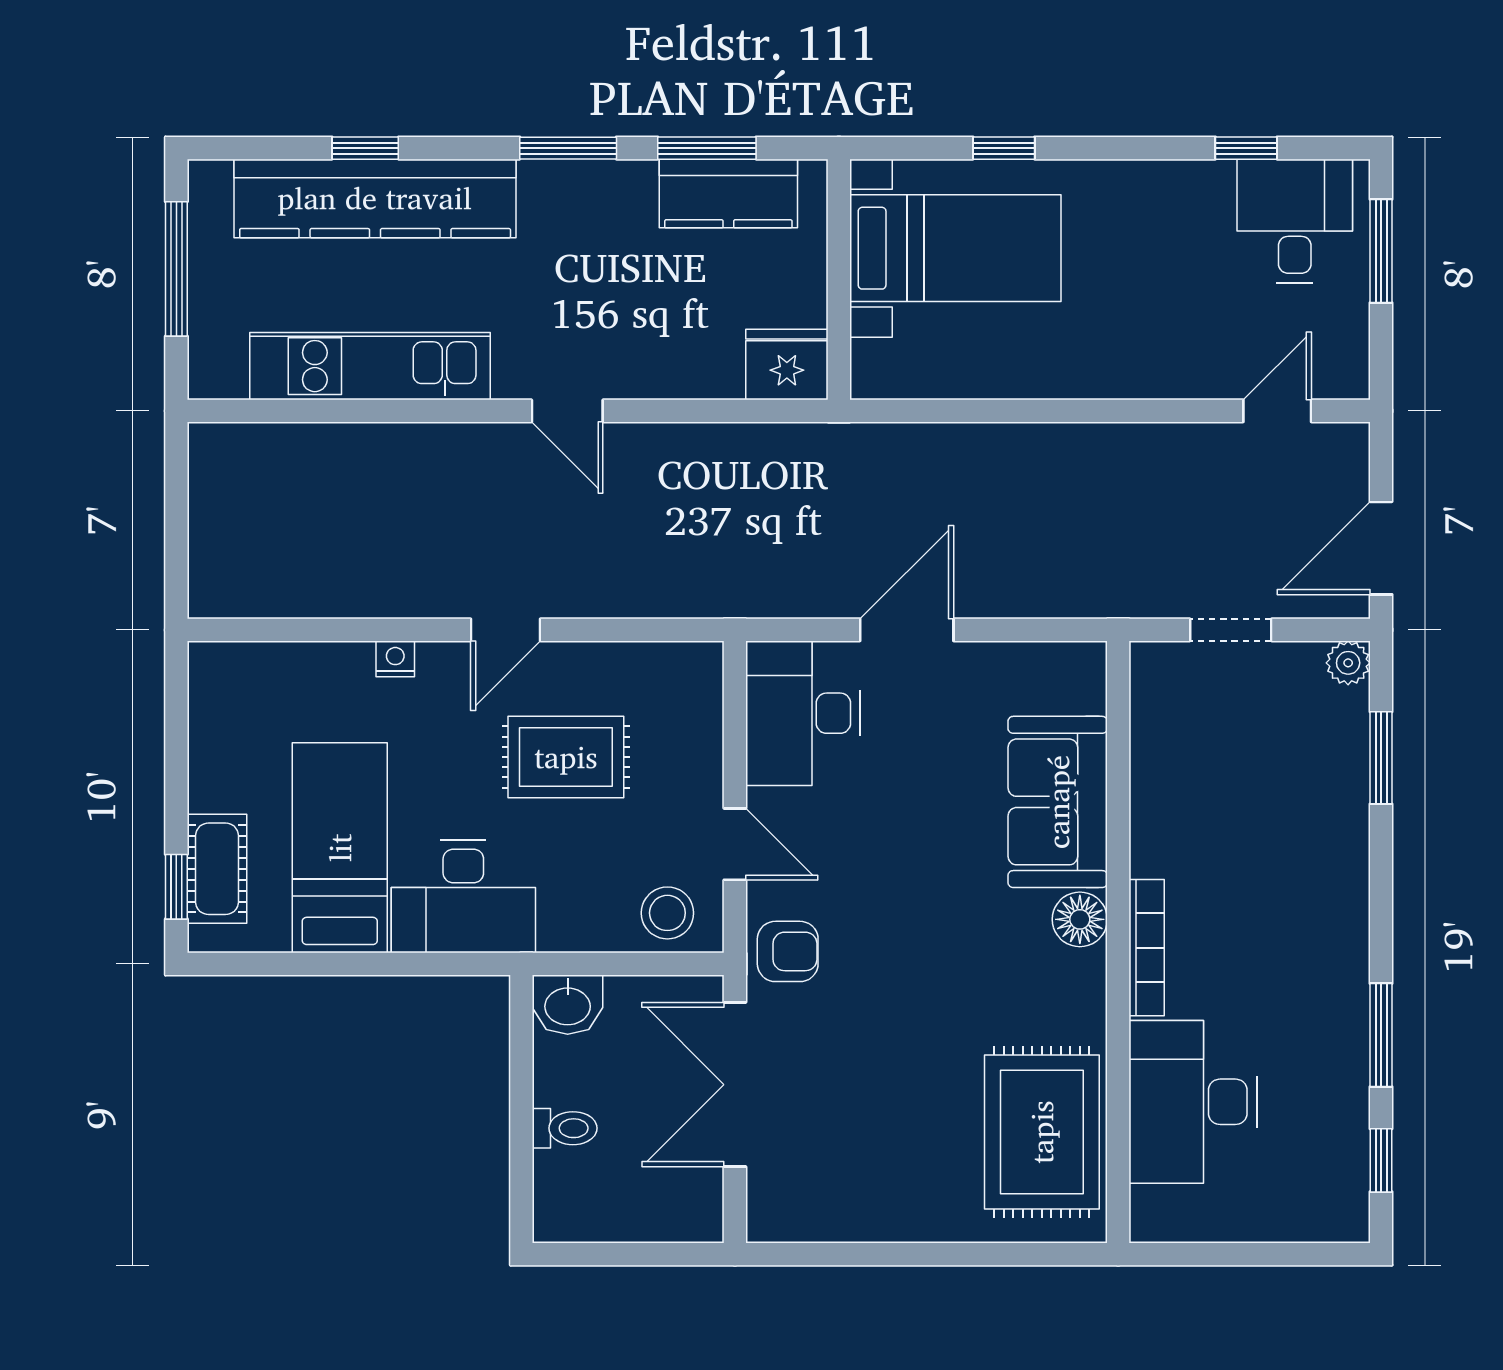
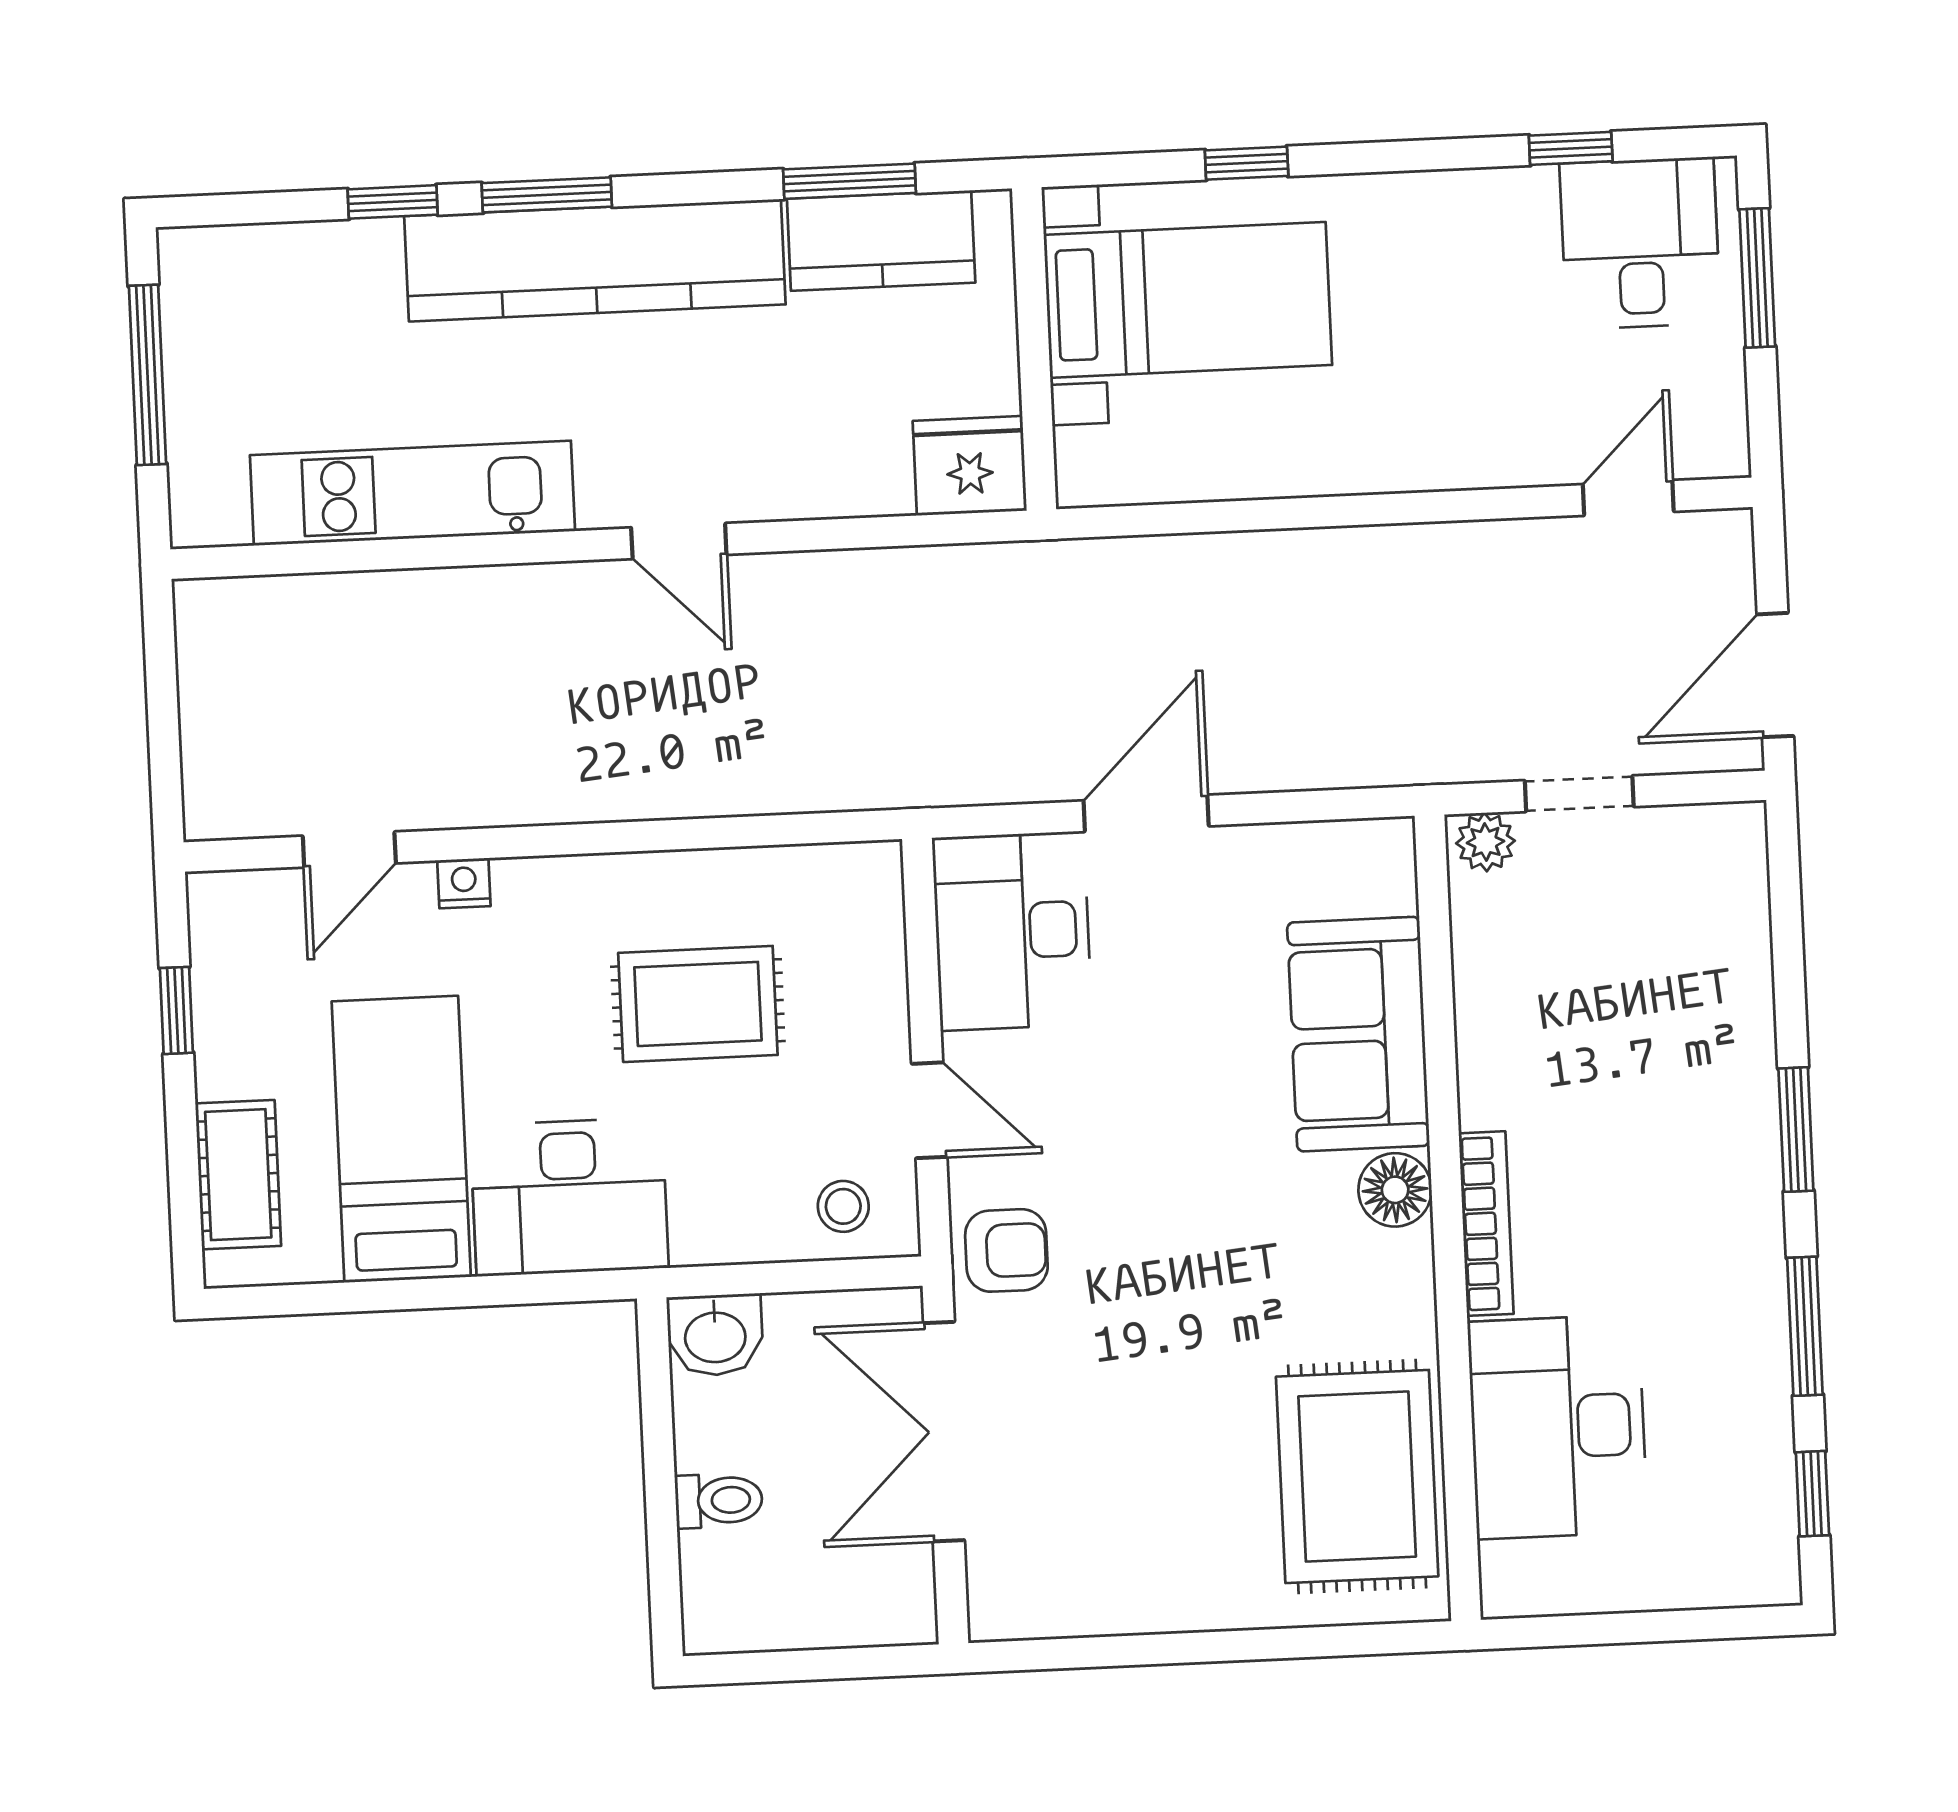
window: (568, 148) -> (547, 195), moved
kitchen counter: (375, 198) -> (595, 260), moved
door: (505, 630) -> (349, 849), moved
plant: (1348, 663) -> (1486, 842), moved
window: (1381, 758) -> (1796, 1130), moved
window: (176, 887) -> (176, 1010), moved
stool: (667, 913) -> (843, 1206), width x0.73, depth x0.73

